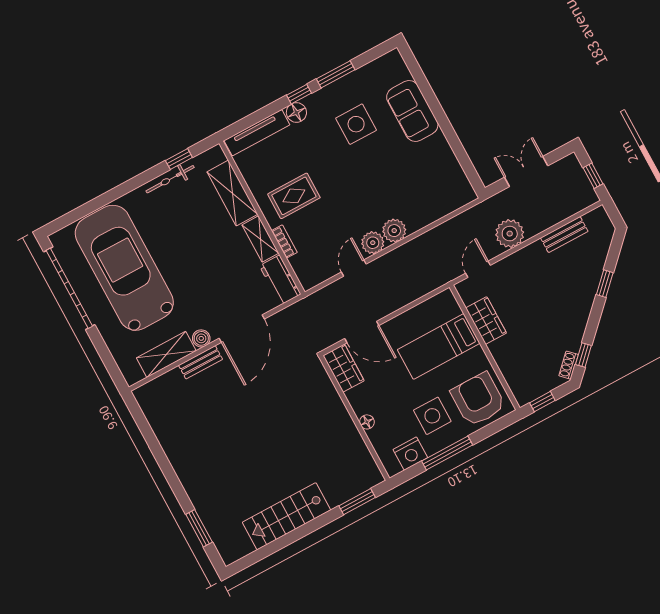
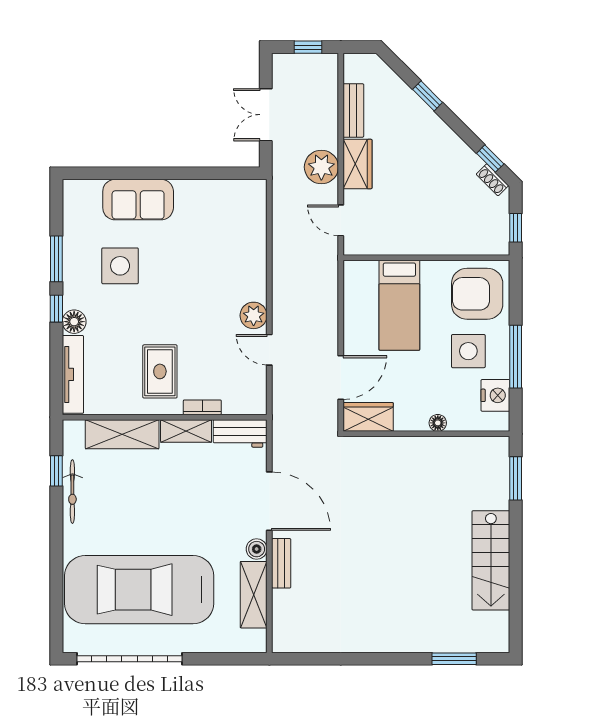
plant: (394, 231) -> (253, 286), removed
wardrobe: (486, 321) -> (358, 164), moved, turned 90

